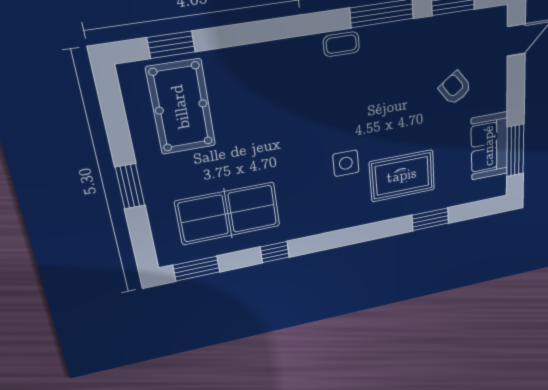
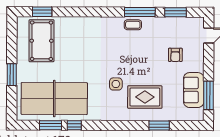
coffee table: (341, 44) -> (133, 25), moved
armchair: (455, 88) -> (175, 55), turned -144
table tennis table: (228, 214) -> (54, 99), width x1.36, depth x1.32
window: (196, 269) -> (50, 125), moved

